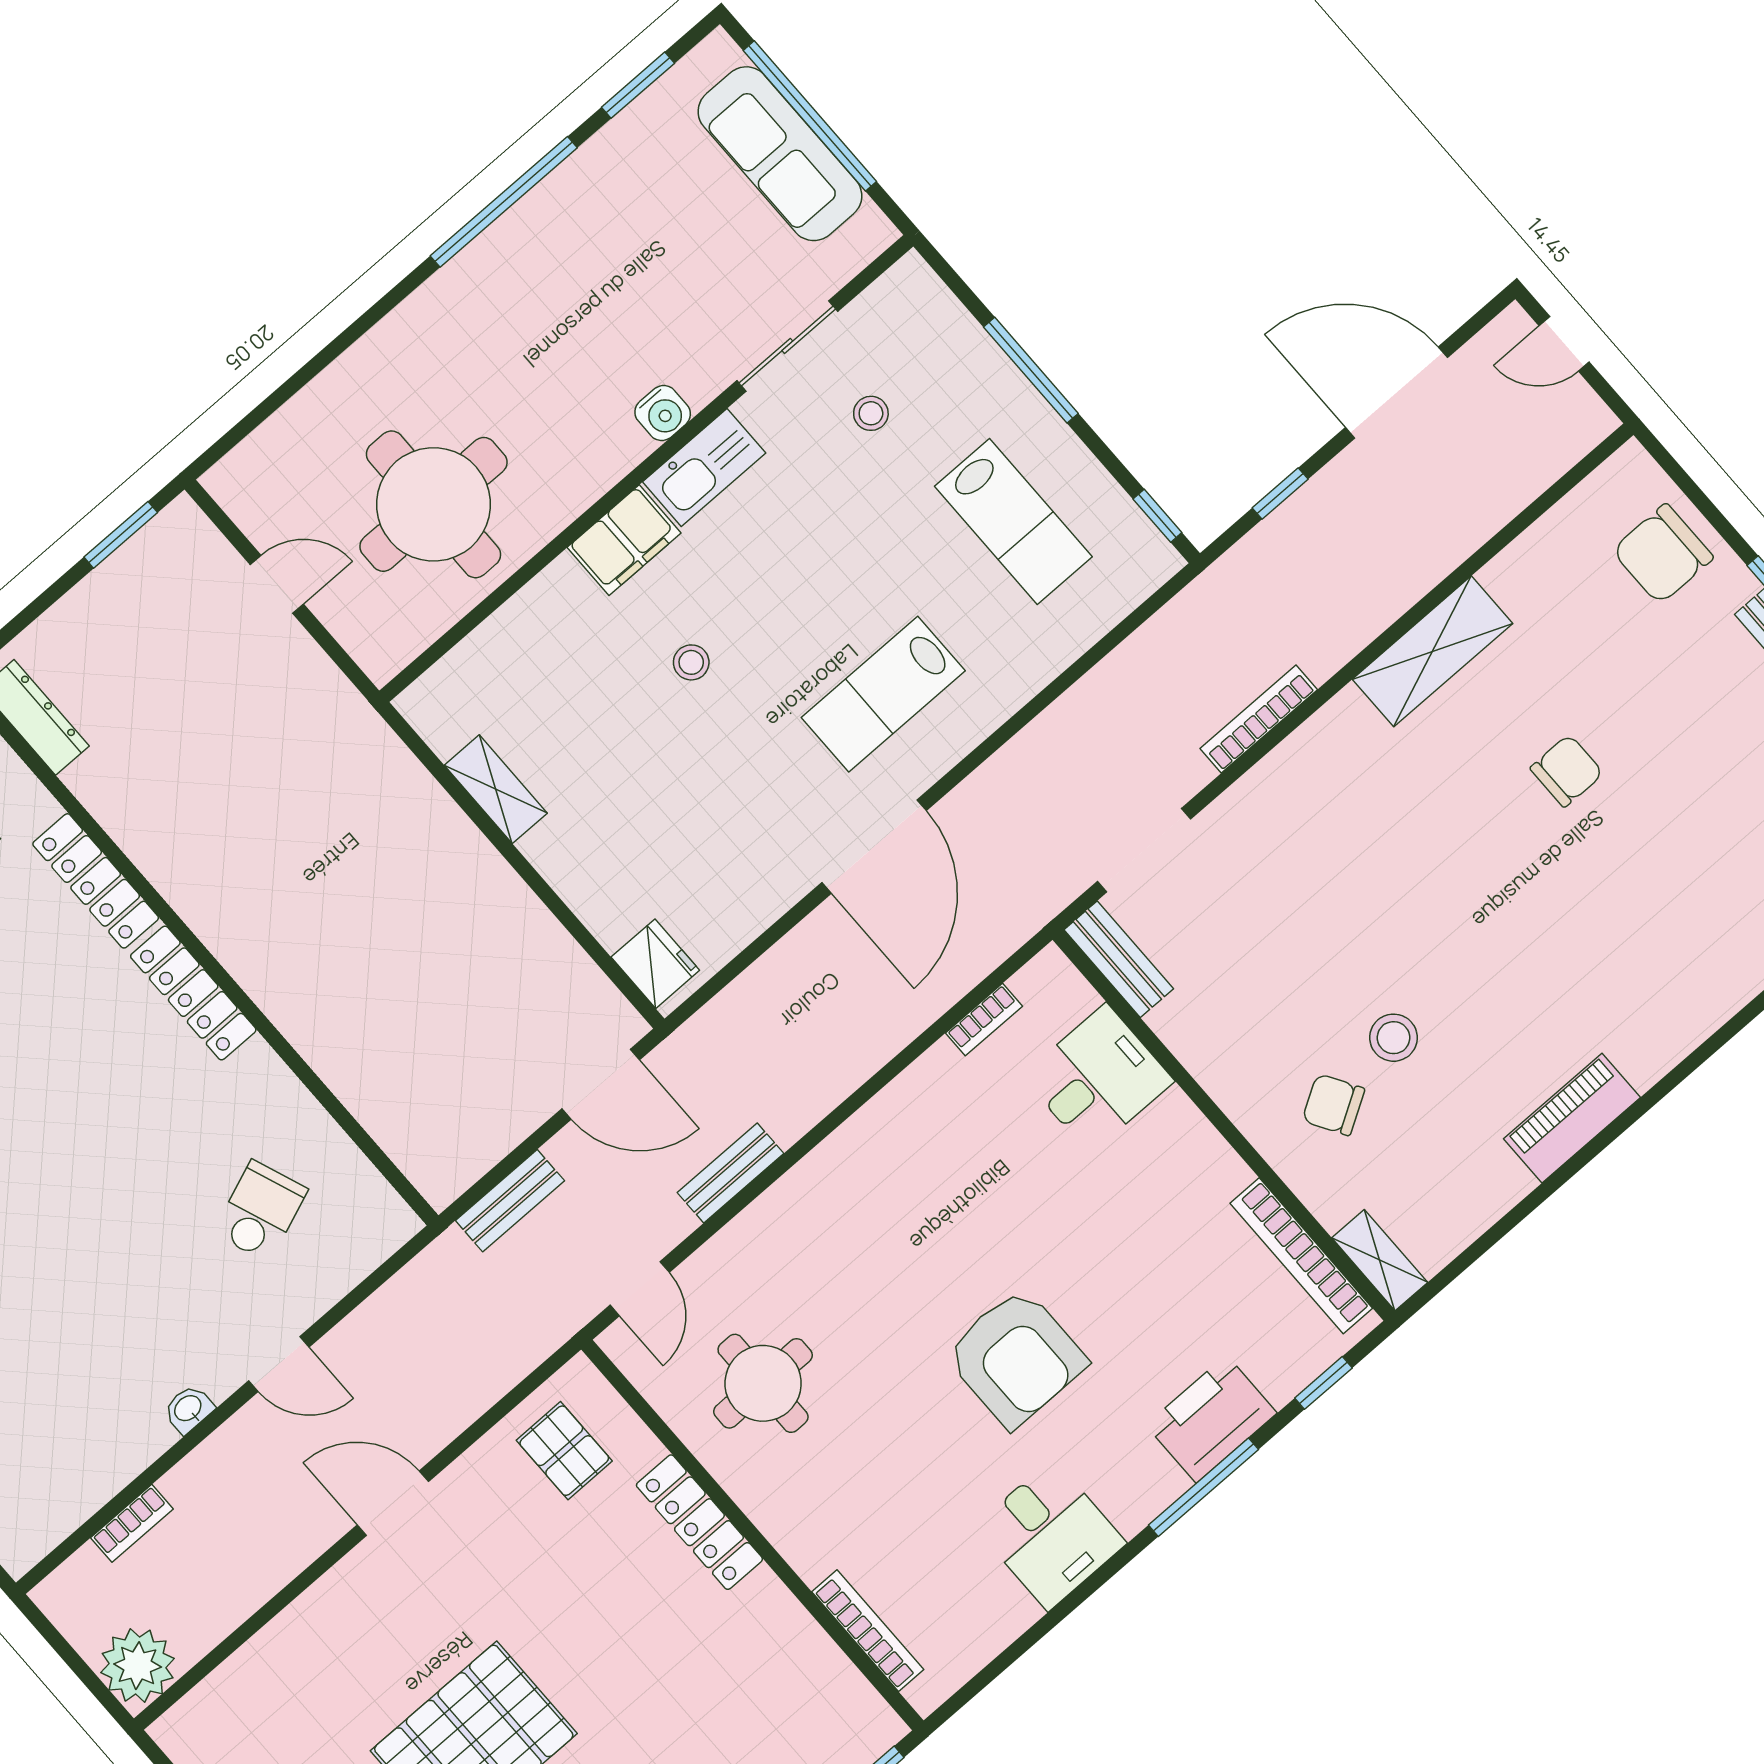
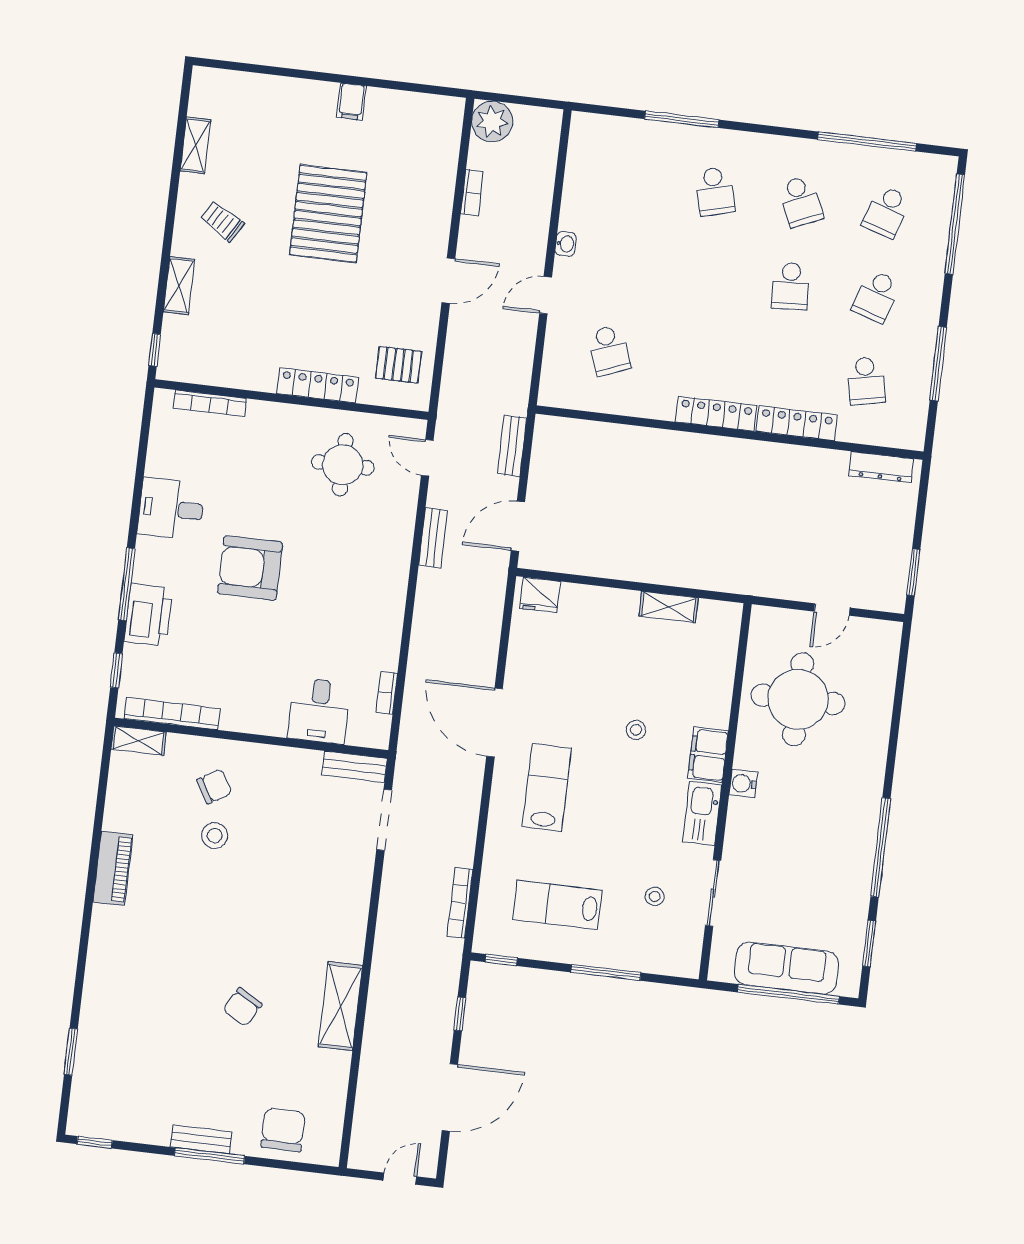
water cooler: (663, 413) -> (743, 783), moved
bookcase: (1259, 719) -> (460, 903), moved, turned 180
chair: (1567, 771) -> (242, 1007), turned 30
bookcase: (132, 1523) -> (472, 193), moved, turned 180

